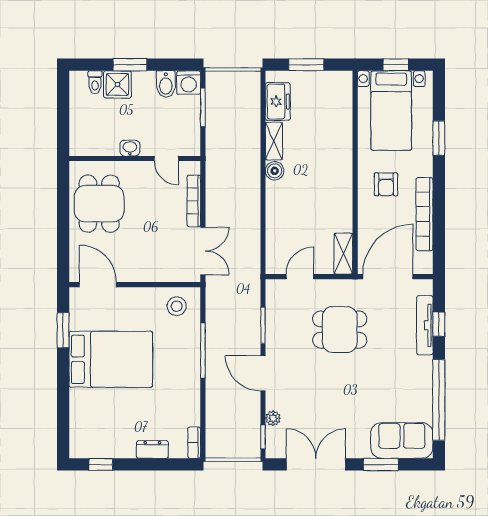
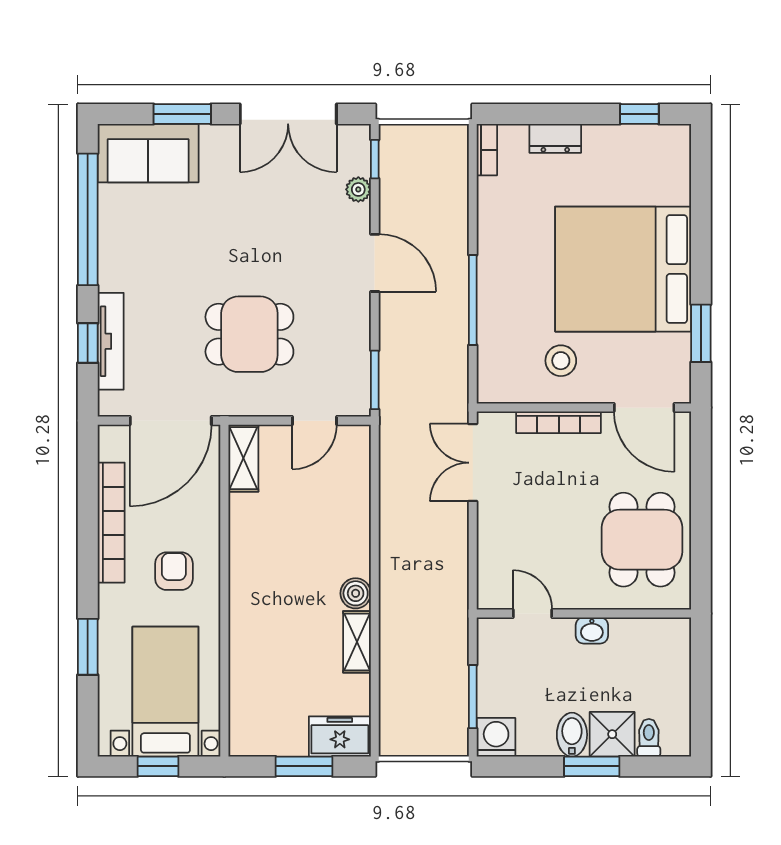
bidet: (166, 84) -> (572, 735), moved
freezer: (278, 102) -> (340, 736), moved, turned 90
bookcase: (194, 201) -> (559, 422), moved, turned 90
stool: (177, 306) -> (561, 361), moved
window: (263, 325) -> (375, 380), moved
bed: (111, 359) -> (623, 269), width x1.36

